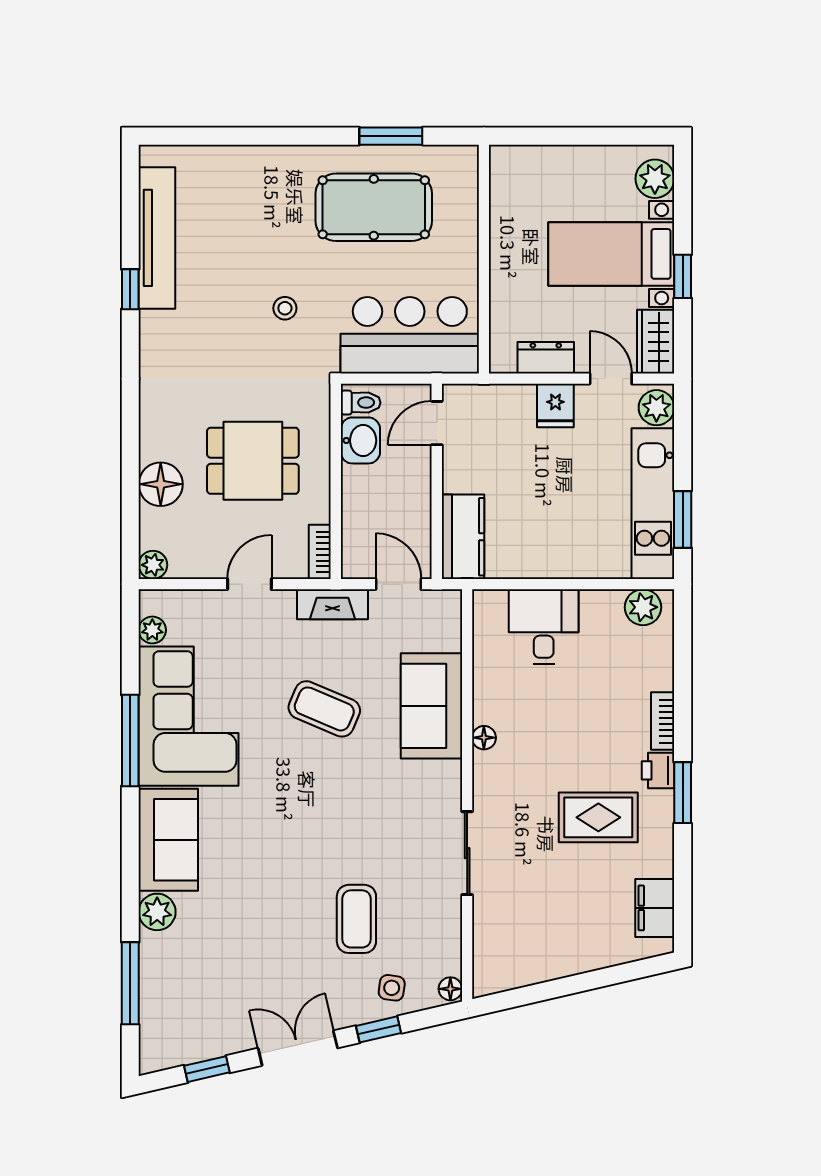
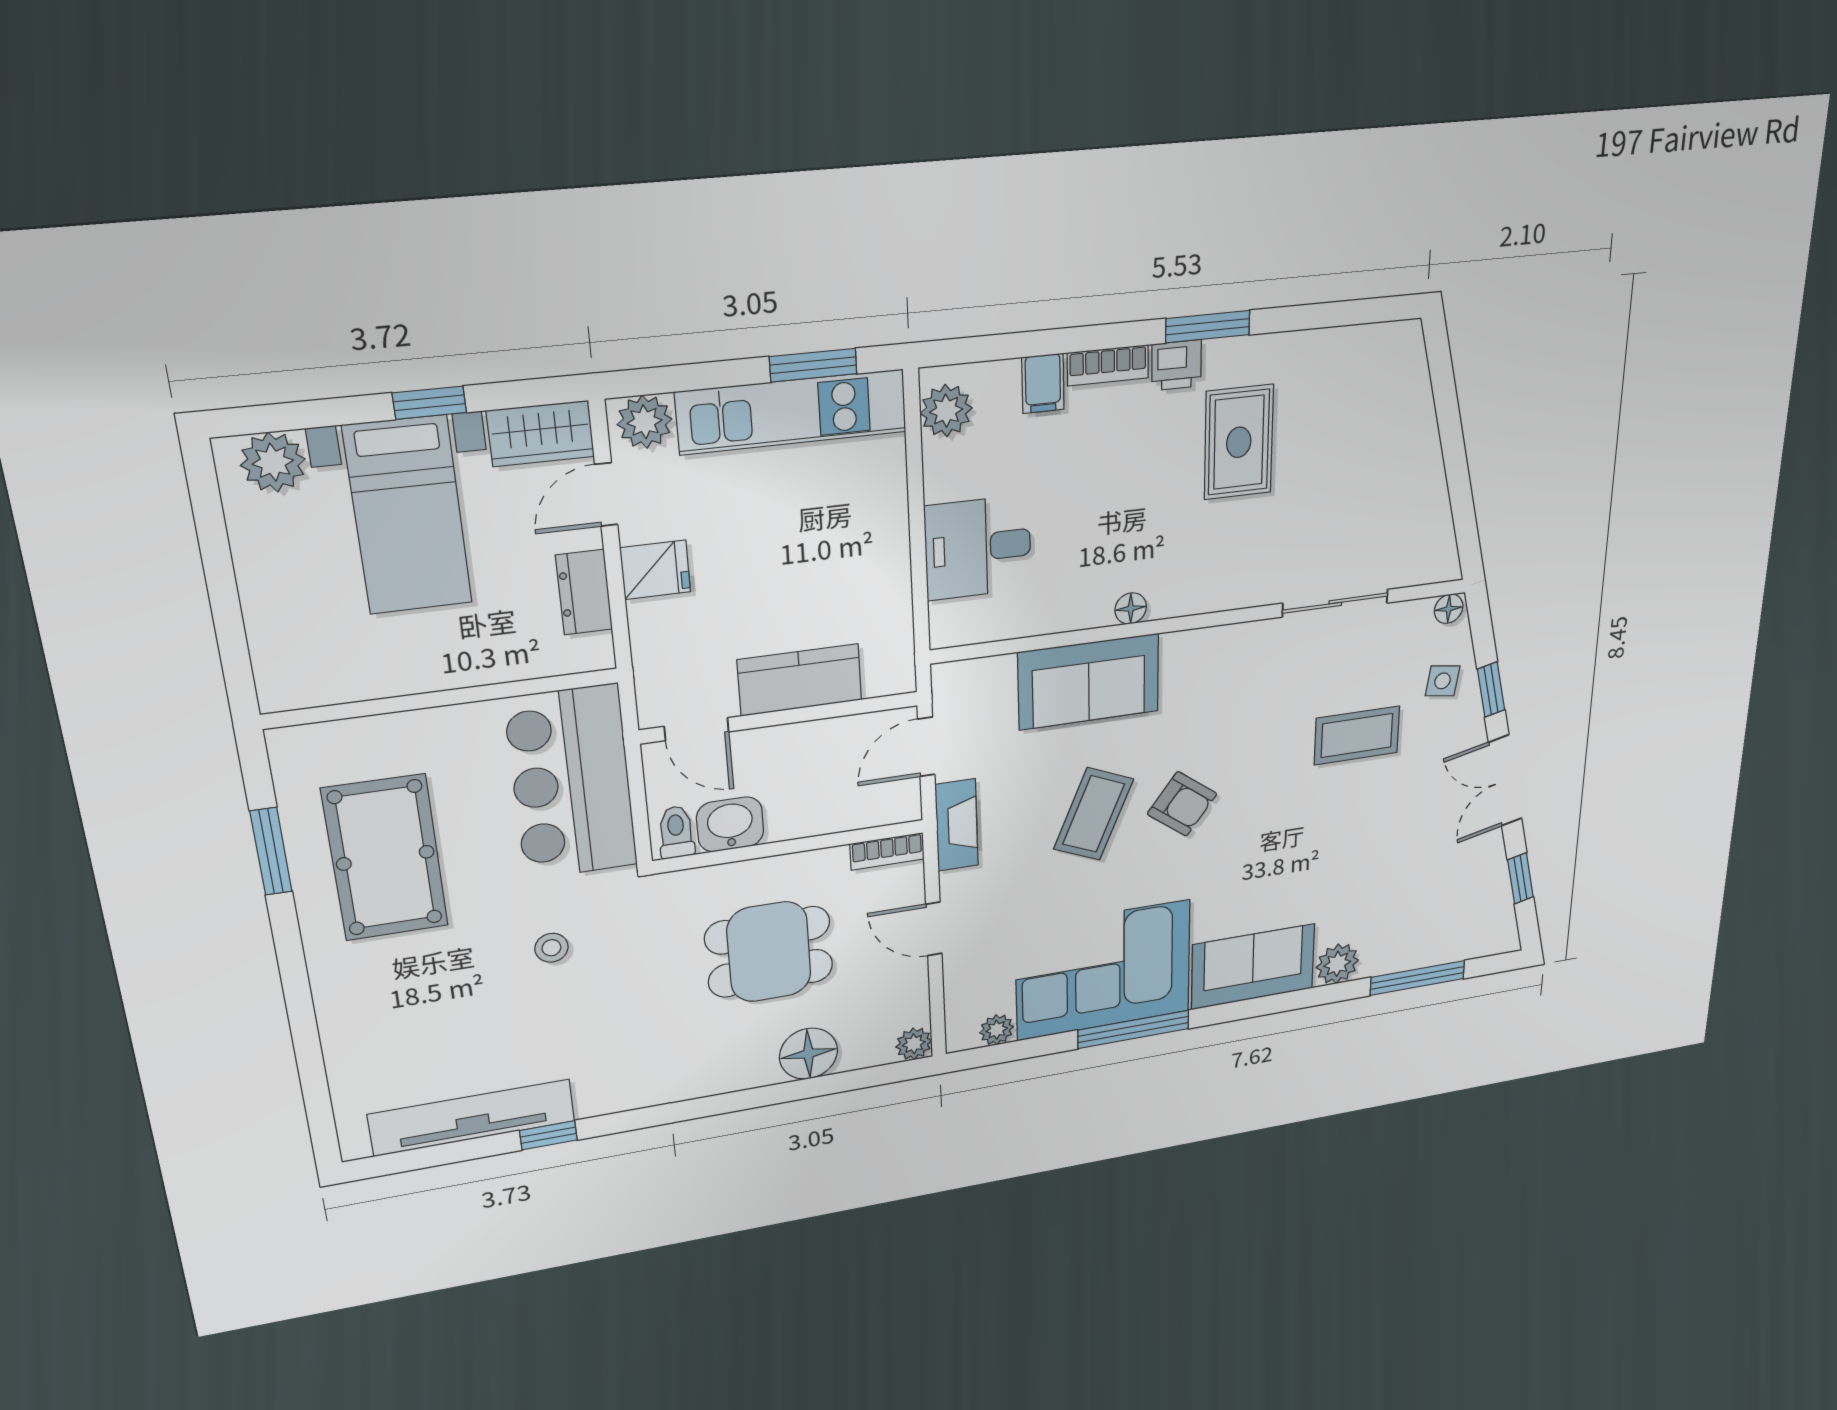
dining table: (253, 461) -> (769, 952), turned 90
kitchen counter: (463, 537) -> (800, 680), moved
armchair: (321, 779) -> (1182, 804), added
sliding door: (467, 853) -> (1335, 603), moved
filing cabinet: (655, 908) -> (1043, 383), moved, width x0.50

